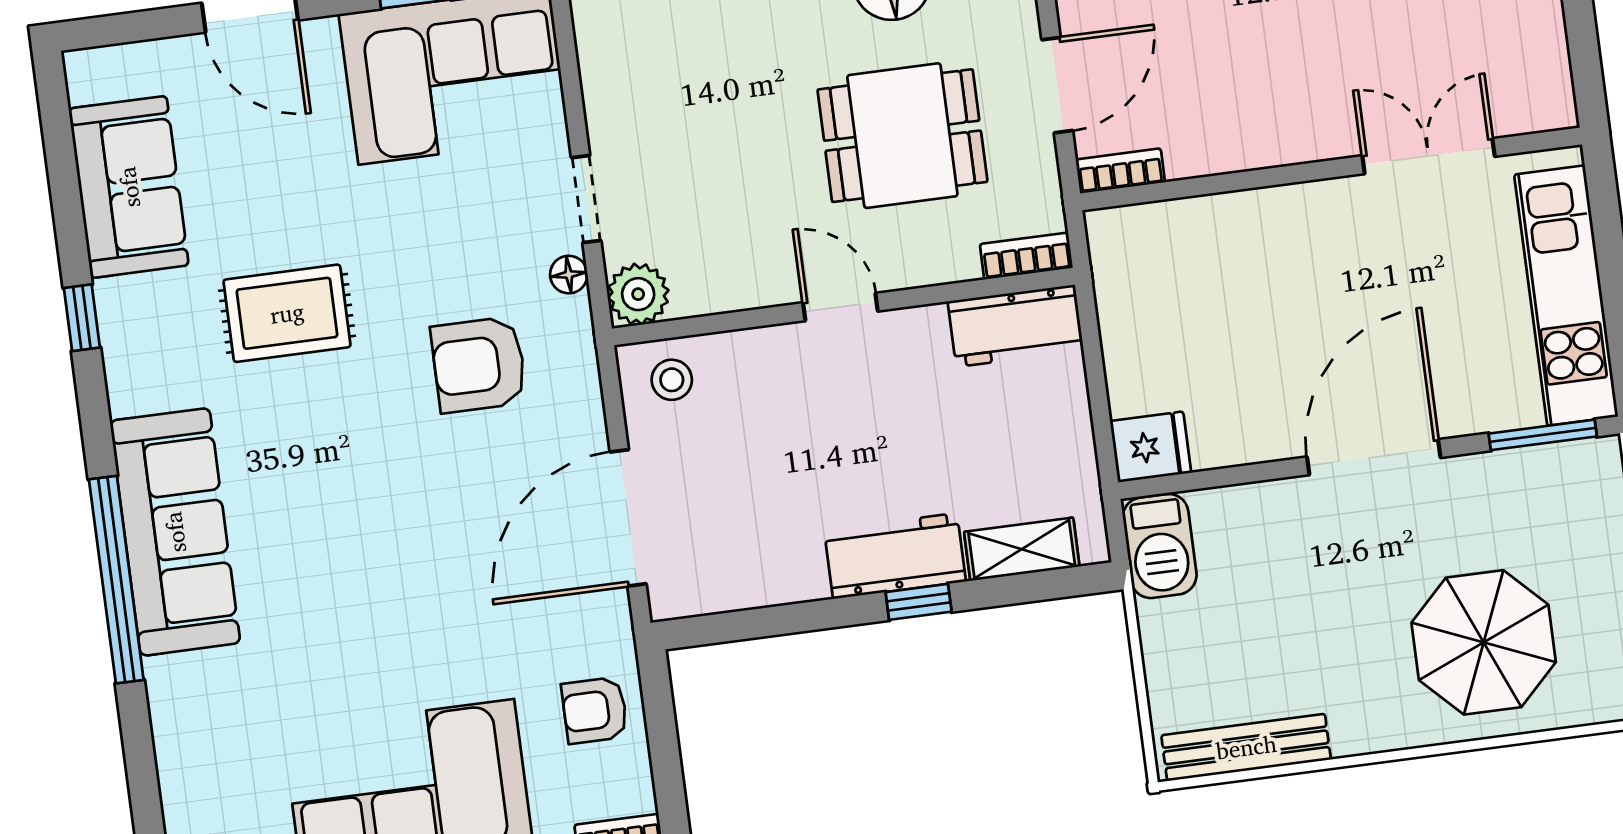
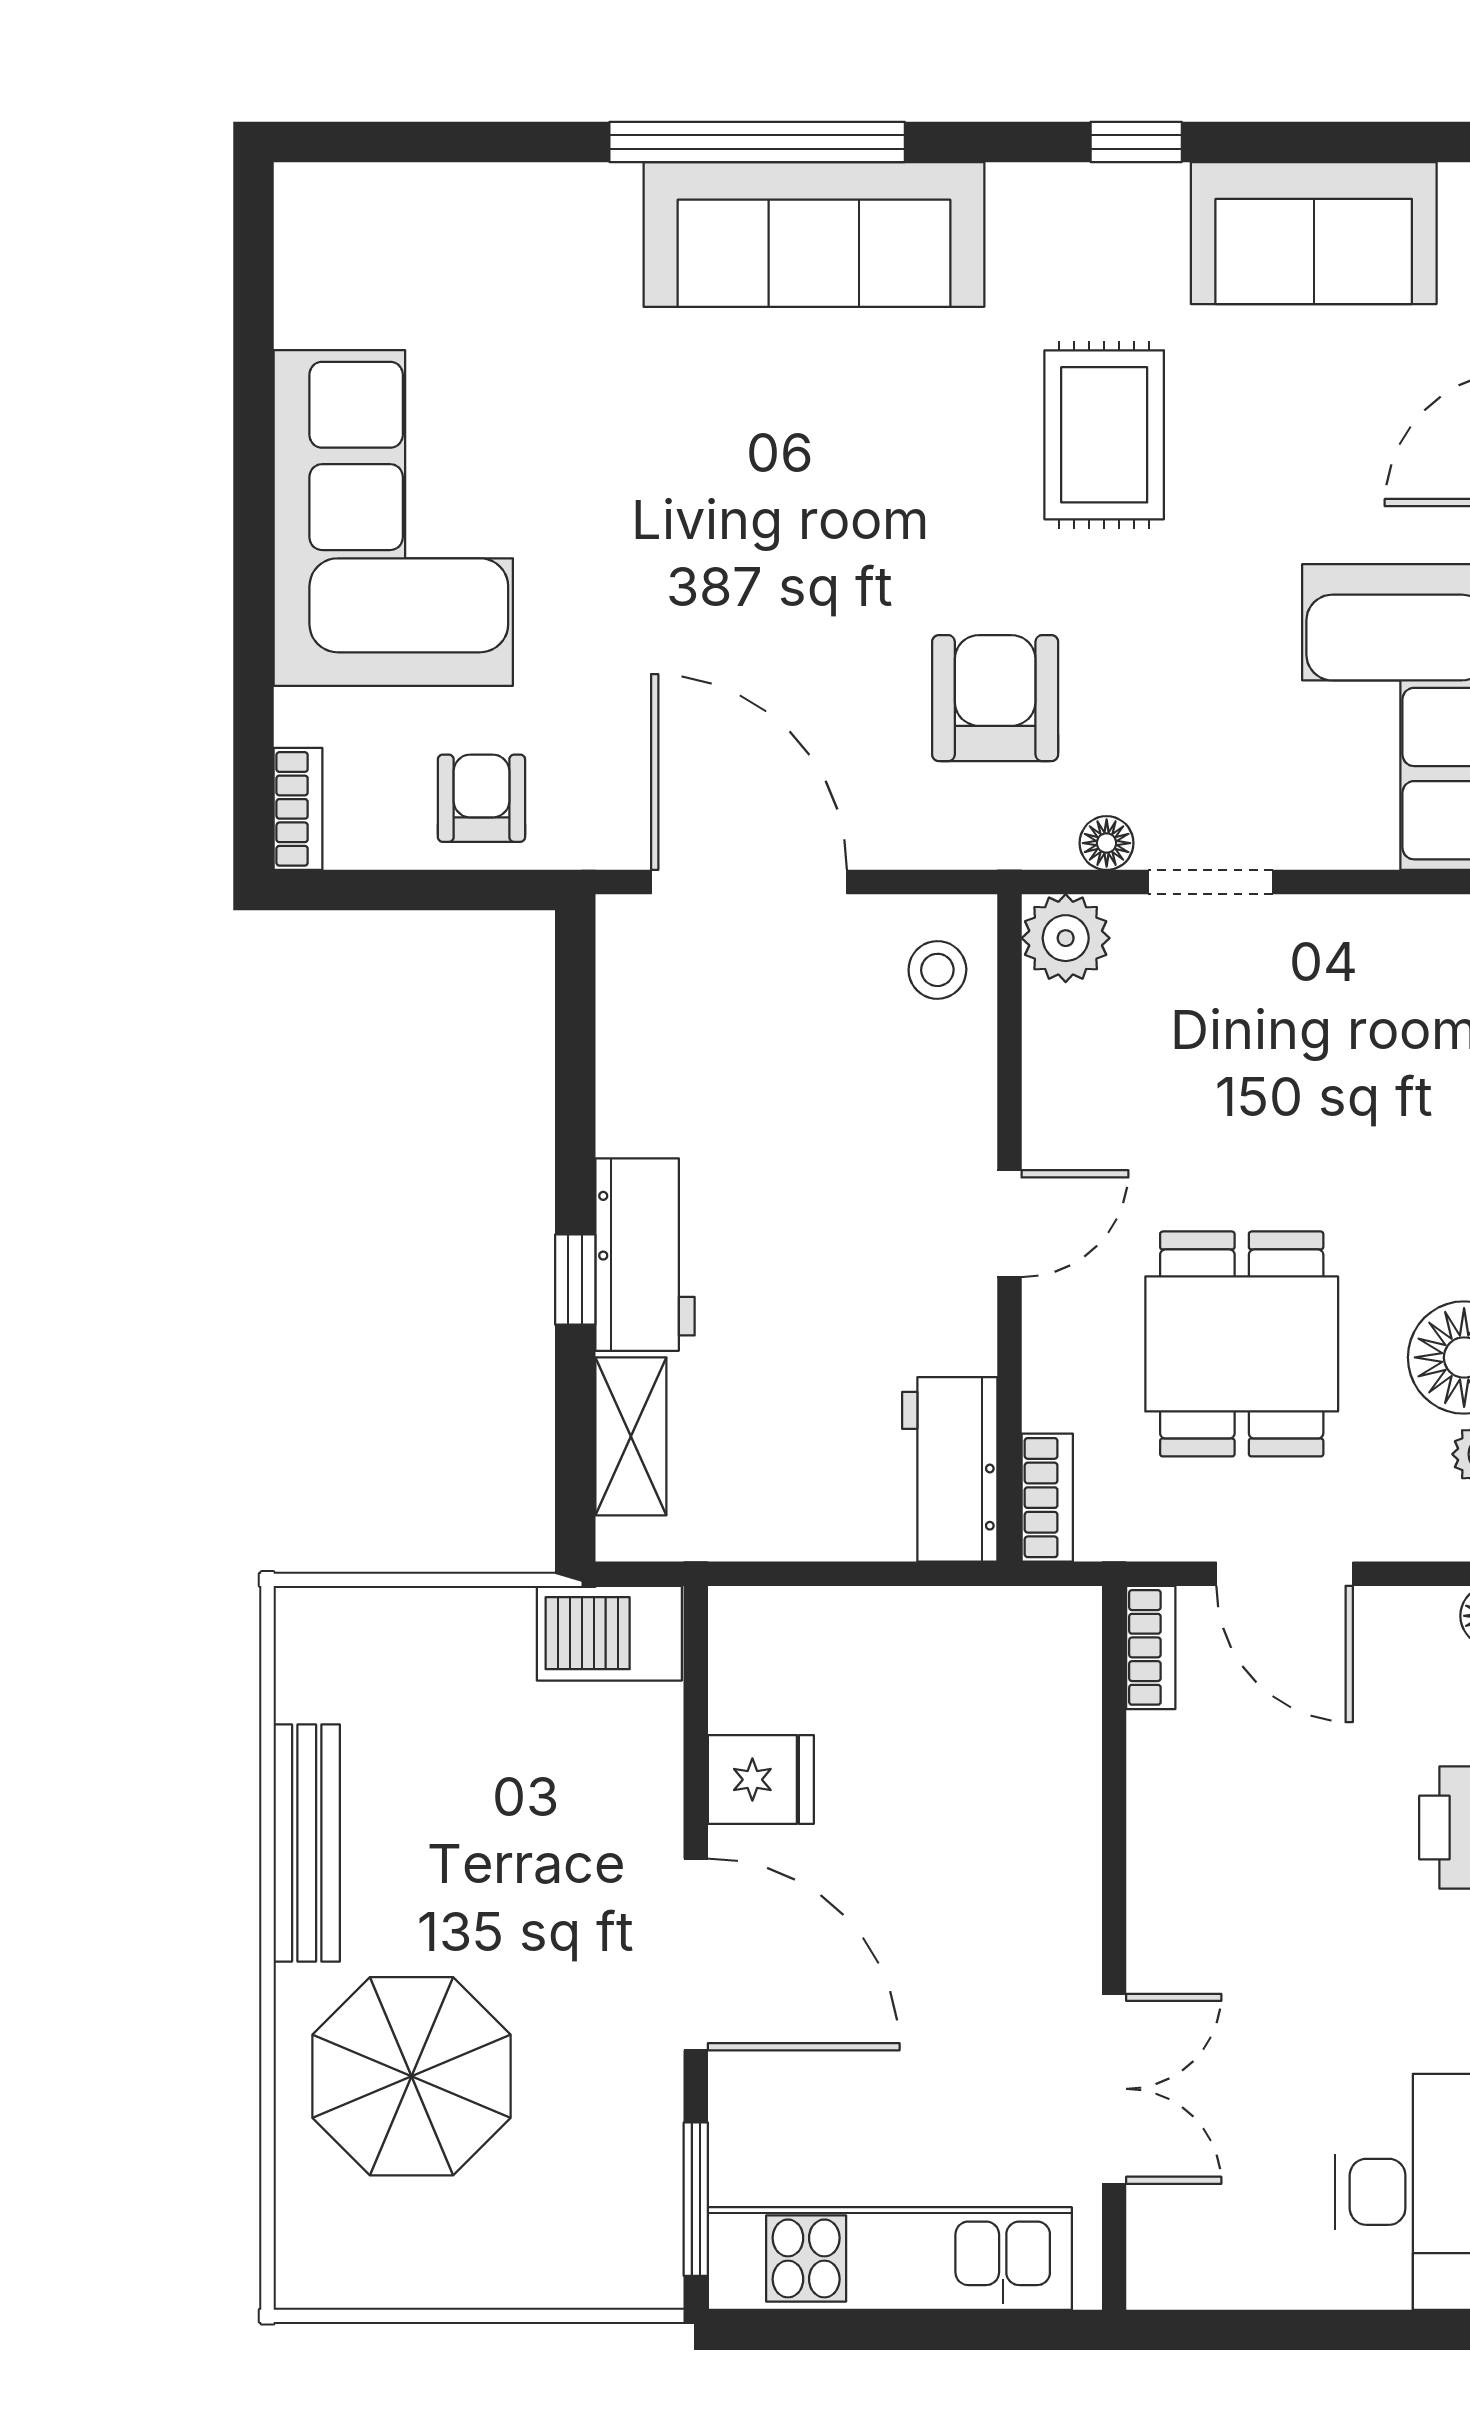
fridge: (1151, 447) -> (761, 1780), moved, turned -90
bench: (1246, 747) -> (307, 1843), moved

